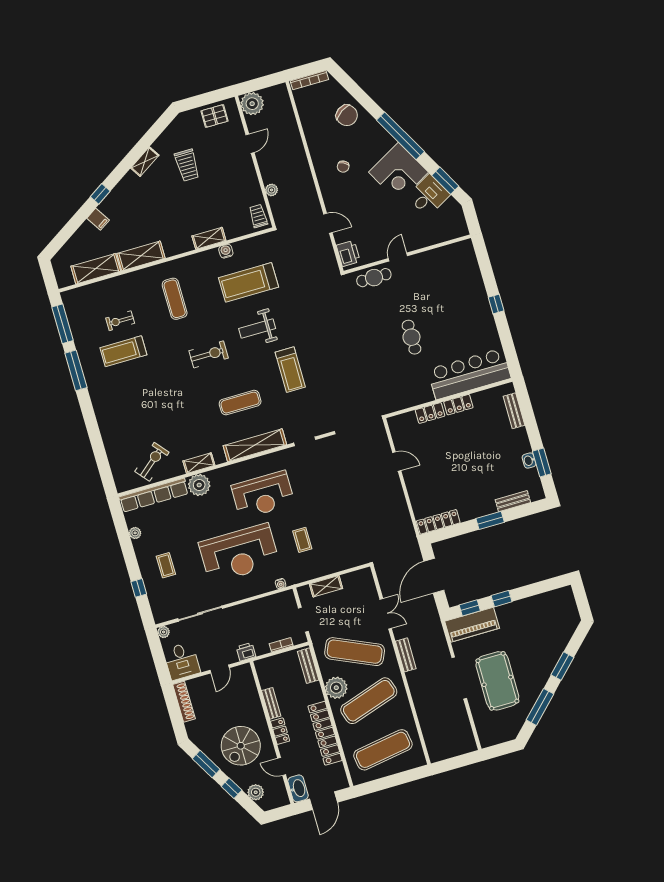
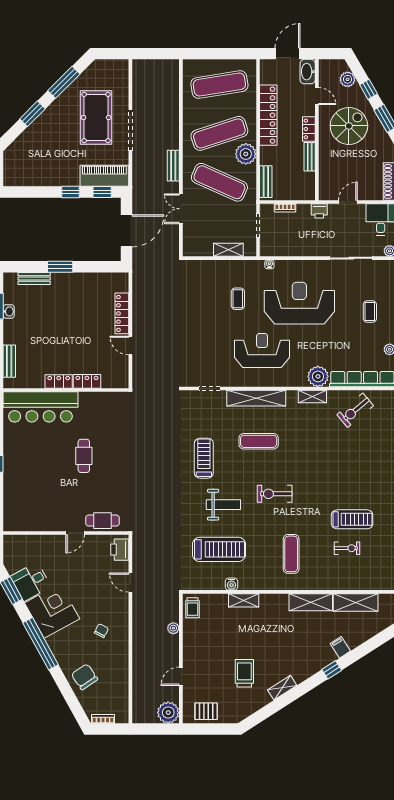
bookcase: (309, 80) -> (103, 719), width x0.64
locker: (438, 522) -> (122, 313), moved, turned 90

